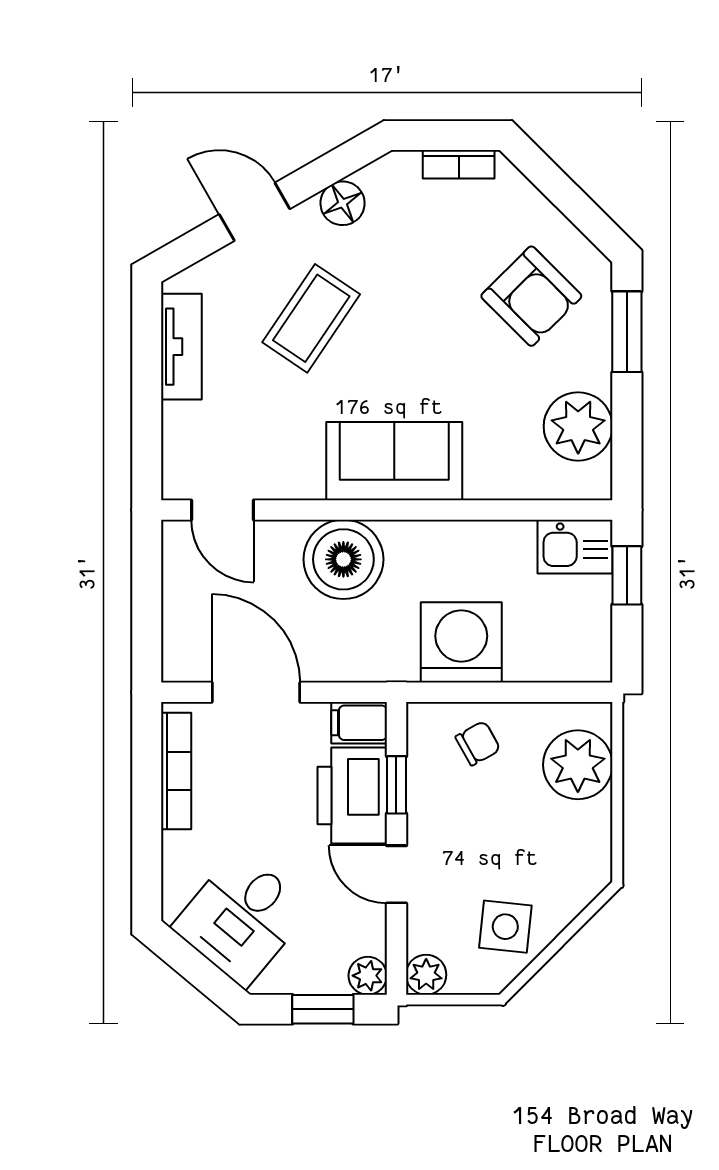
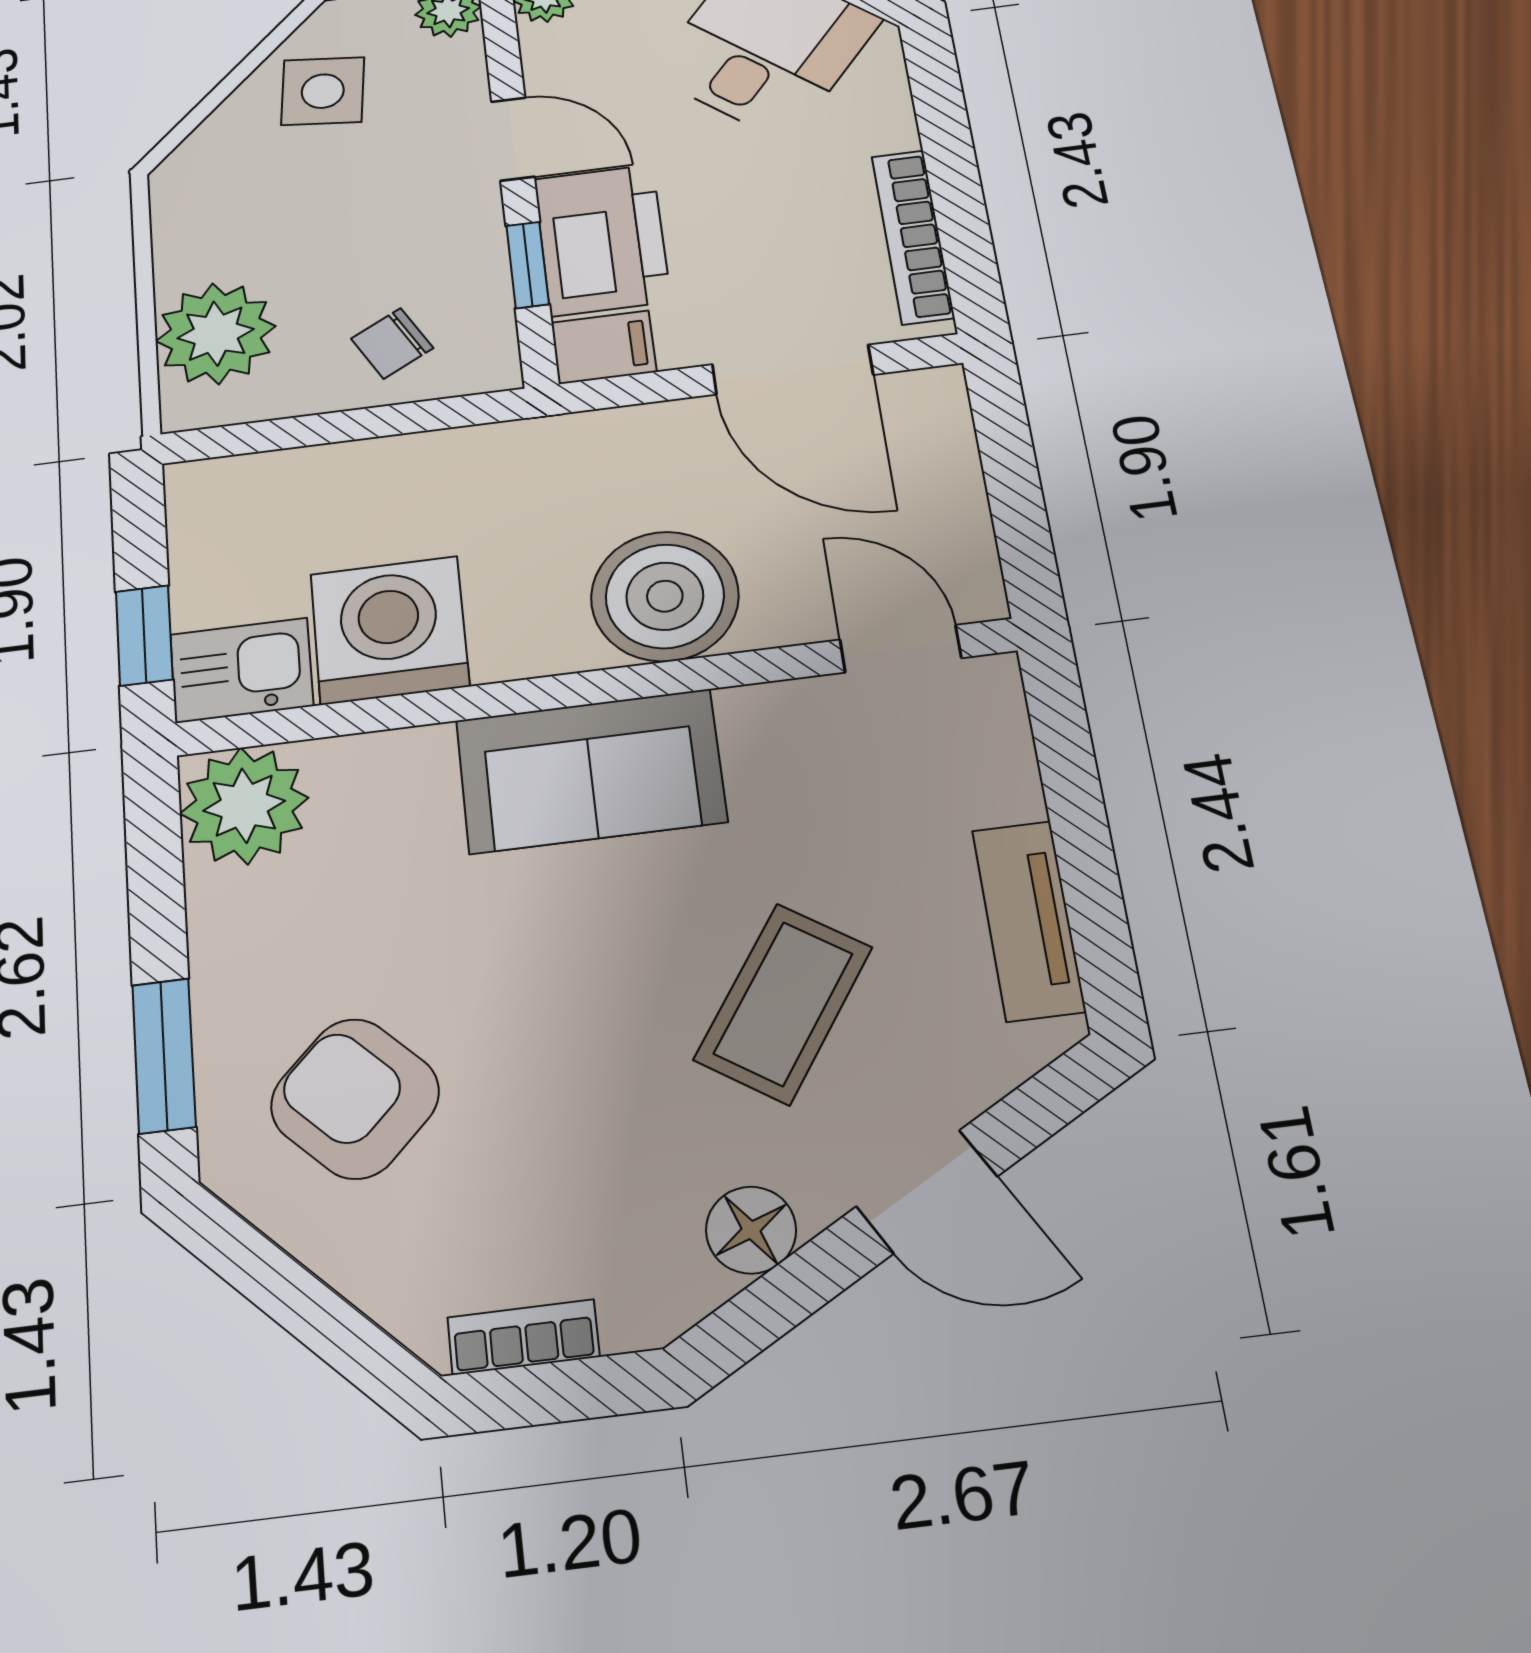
plant: (578, 426) -> (244, 806), moved
washing machine: (461, 642) -> (390, 630), moved, turned 180

